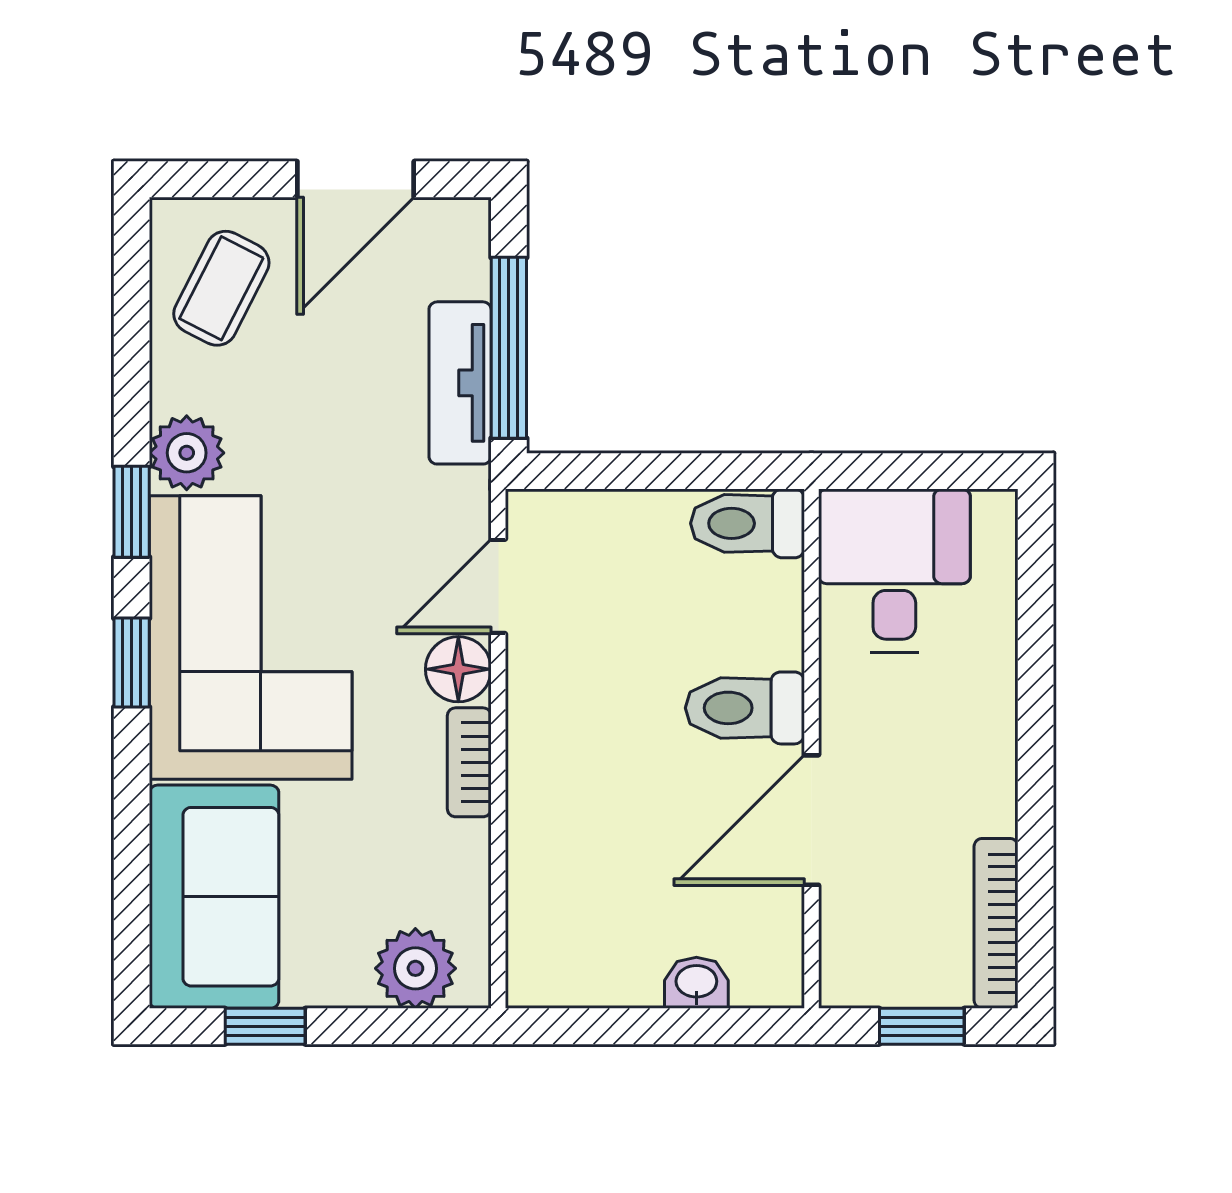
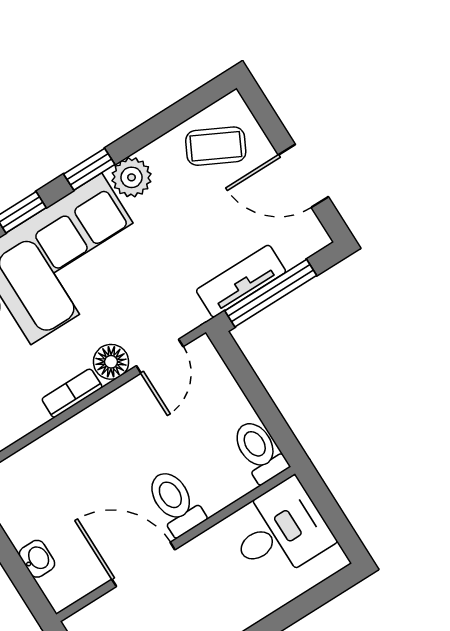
door: (498, 586) -> (160, 356), swing flipped

